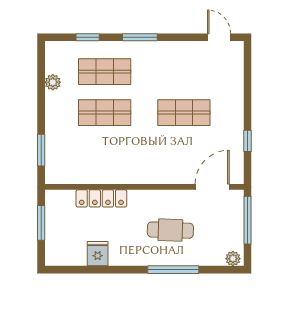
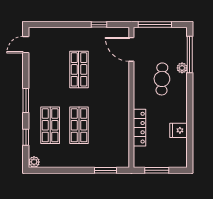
plant: (53, 82) -> (34, 162), moved
plant: (233, 259) -> (182, 68), moved
window: (173, 270) -> (190, 55), moved

